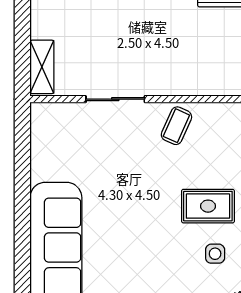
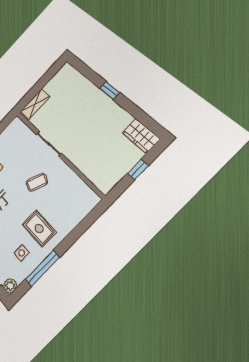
coffee table: (176, 126) -> (37, 182), moved

